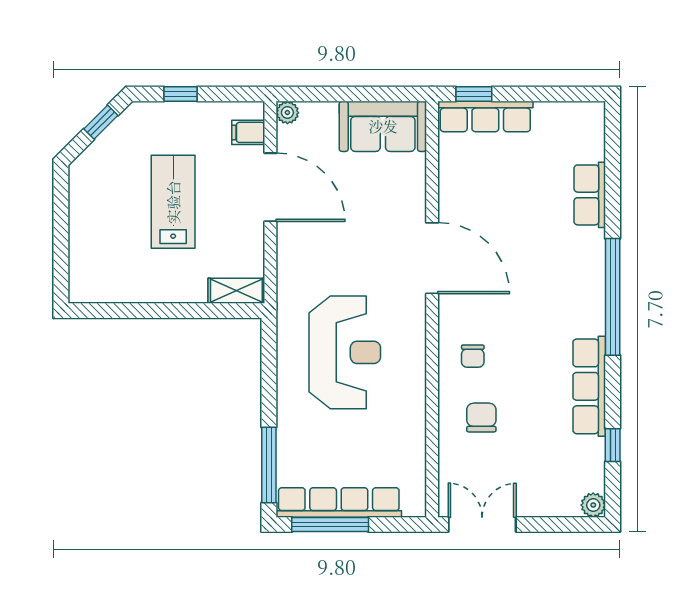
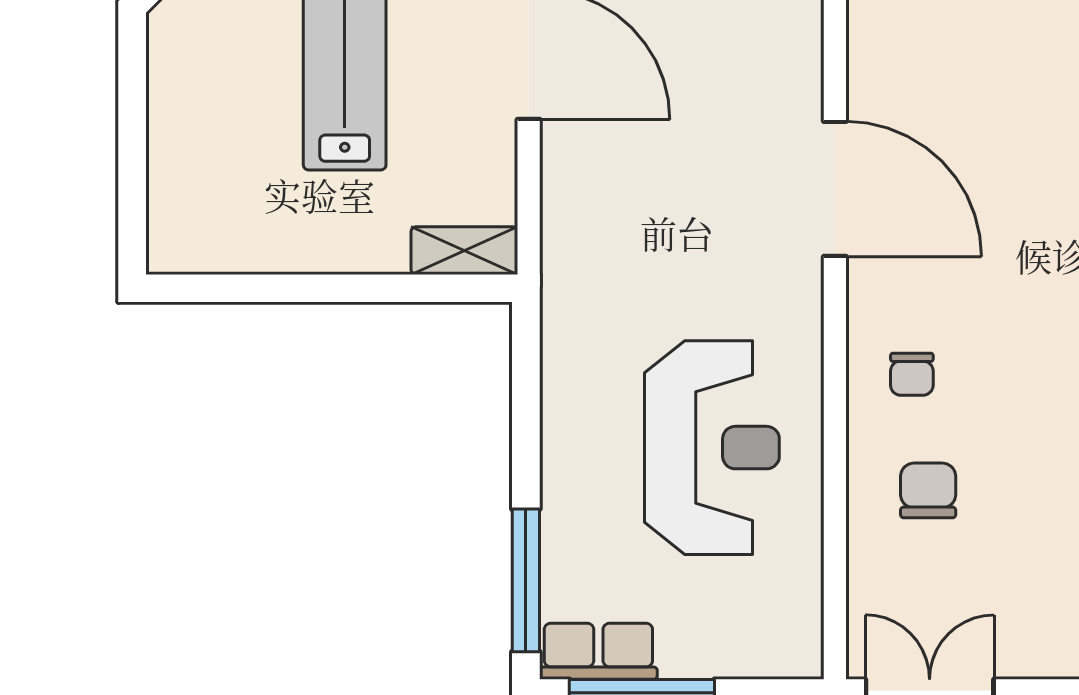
reception desk: (345, 352) -> (712, 448), moved
row of seats: (339, 502) -> (598, 651), width x0.50

